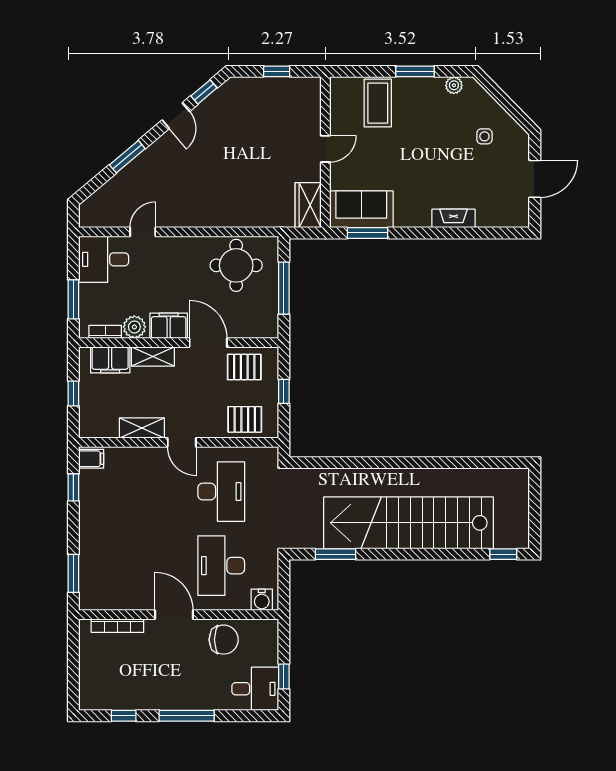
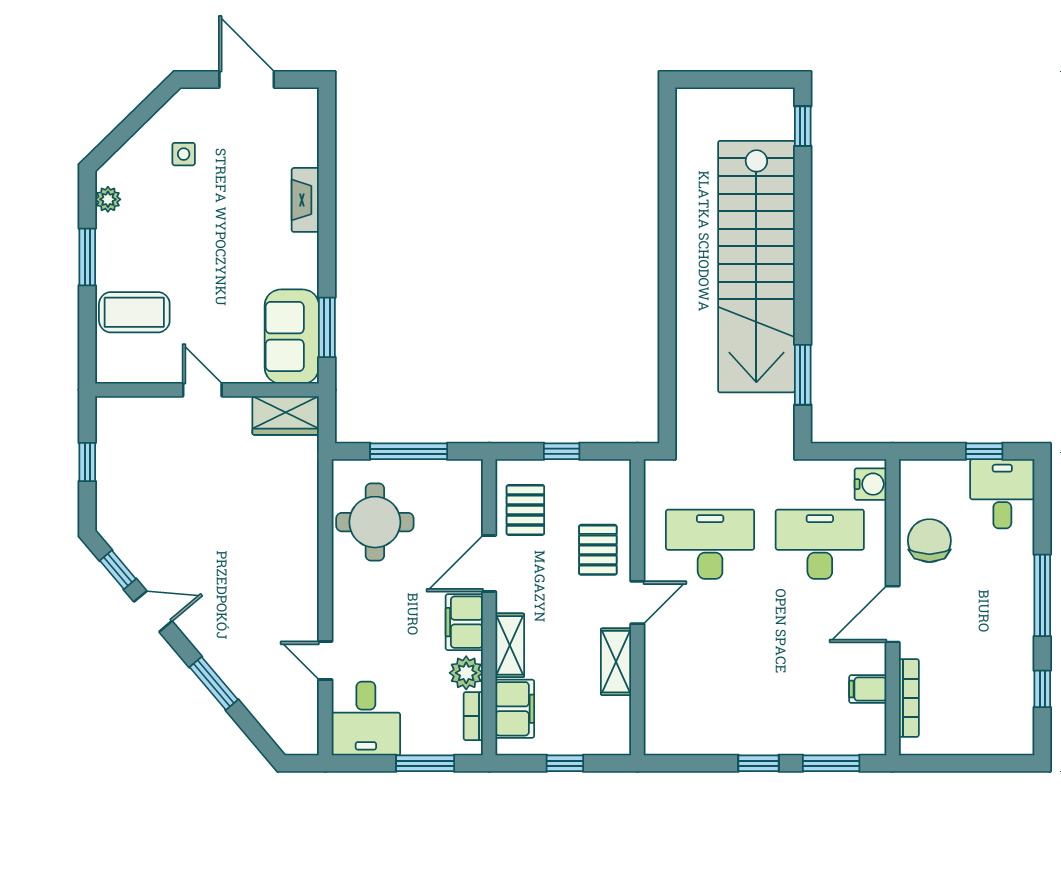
pallet: (245, 419) -> (598, 550), moved
filing cabinet: (91, 459) -> (868, 689), moved, turned -90
window: (73, 487) -> (759, 763), moved
desk: (221, 566) -> (820, 544), turned 180

